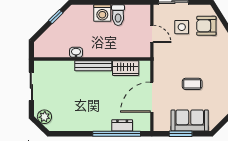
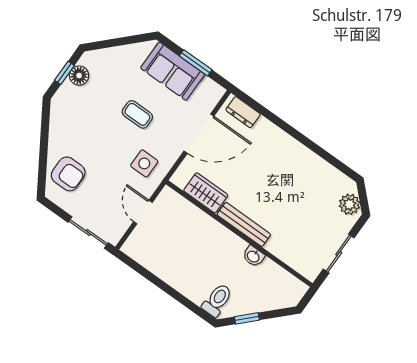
washing machine: (102, 13) -> (186, 282), removed
toilet: (118, 15) -> (217, 300), moved
side table: (182, 27) -> (144, 163), moved
dresser: (122, 125) -> (243, 112), moved
window: (117, 134) -> (275, 119), removed

